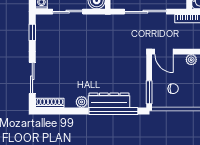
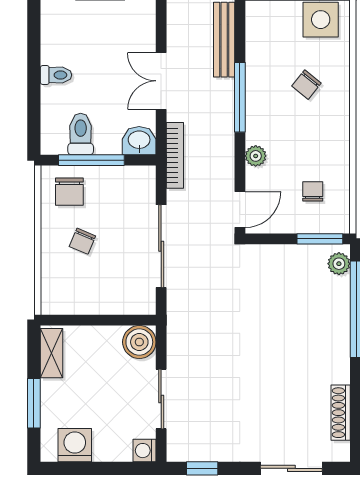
dresser: (109, 100) -> (336, 318), removed
plant: (82, 102) -> (339, 264), moved
shoe rack: (50, 103) -> (341, 413), moved

